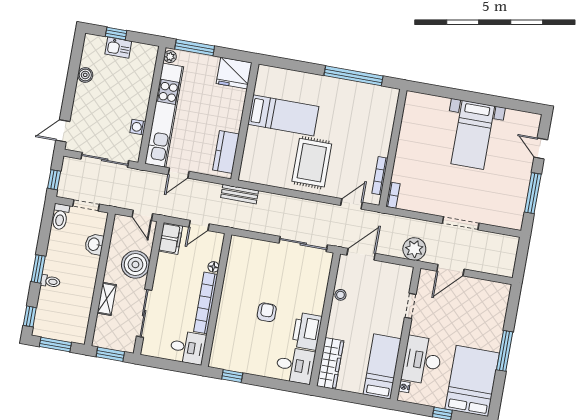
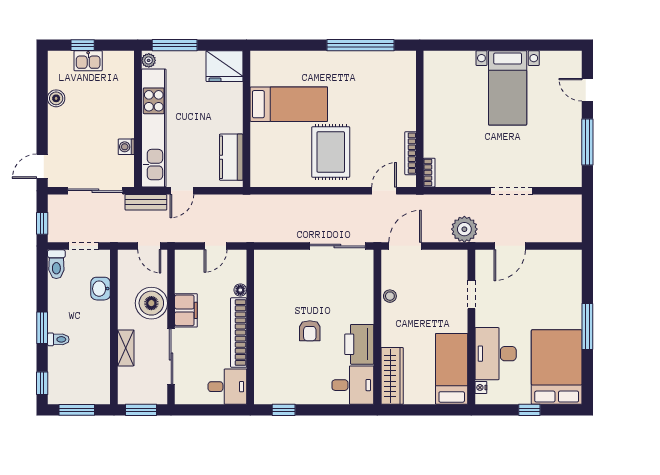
bench: (240, 194) -> (146, 202), moved
filing cabinet: (171, 238) -> (186, 310), moved
armchair: (267, 312) -> (310, 331), turned 180

